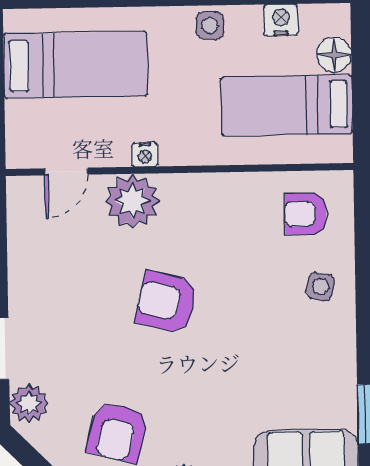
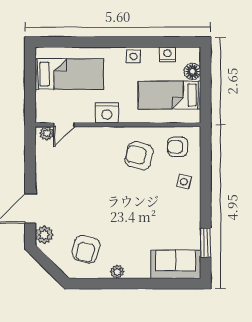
nightstand: (145, 155) -> (107, 113), width x1.89, depth x1.79
plant: (132, 201) -> (47, 133), moved, width x0.53, depth x0.53
armchair: (166, 302) -> (139, 156), moved

